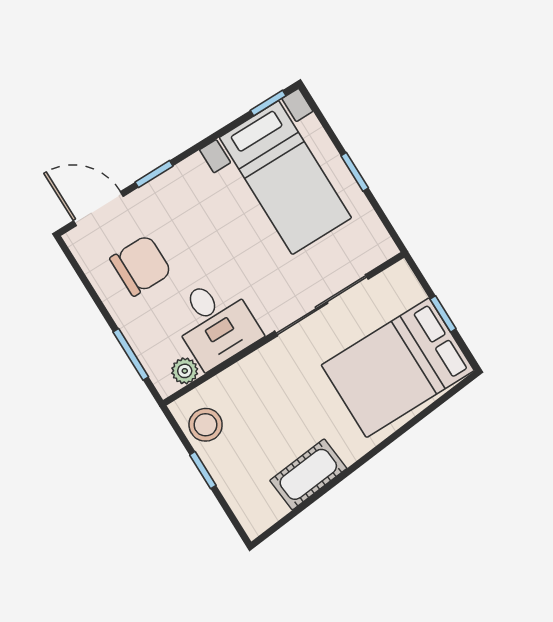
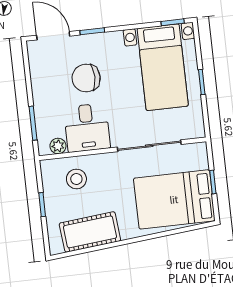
chair: (141, 265) -> (86, 78), moved, turned 180
stool: (206, 425) -> (76, 179), moved
cot: (308, 474) -> (90, 232), width x1.37, depth x1.34

